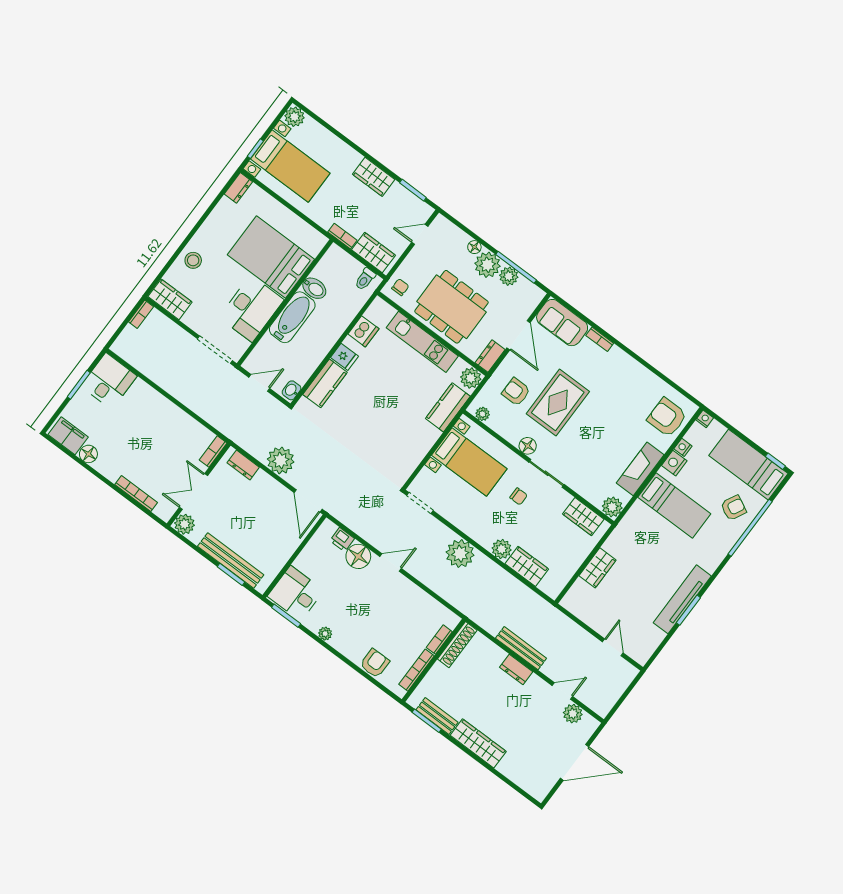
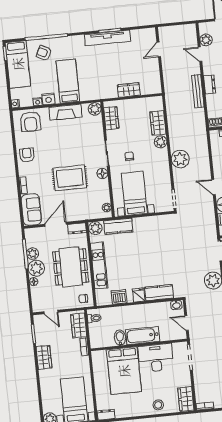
armchair: (516, 392) -> (27, 155), moved, turned 180

